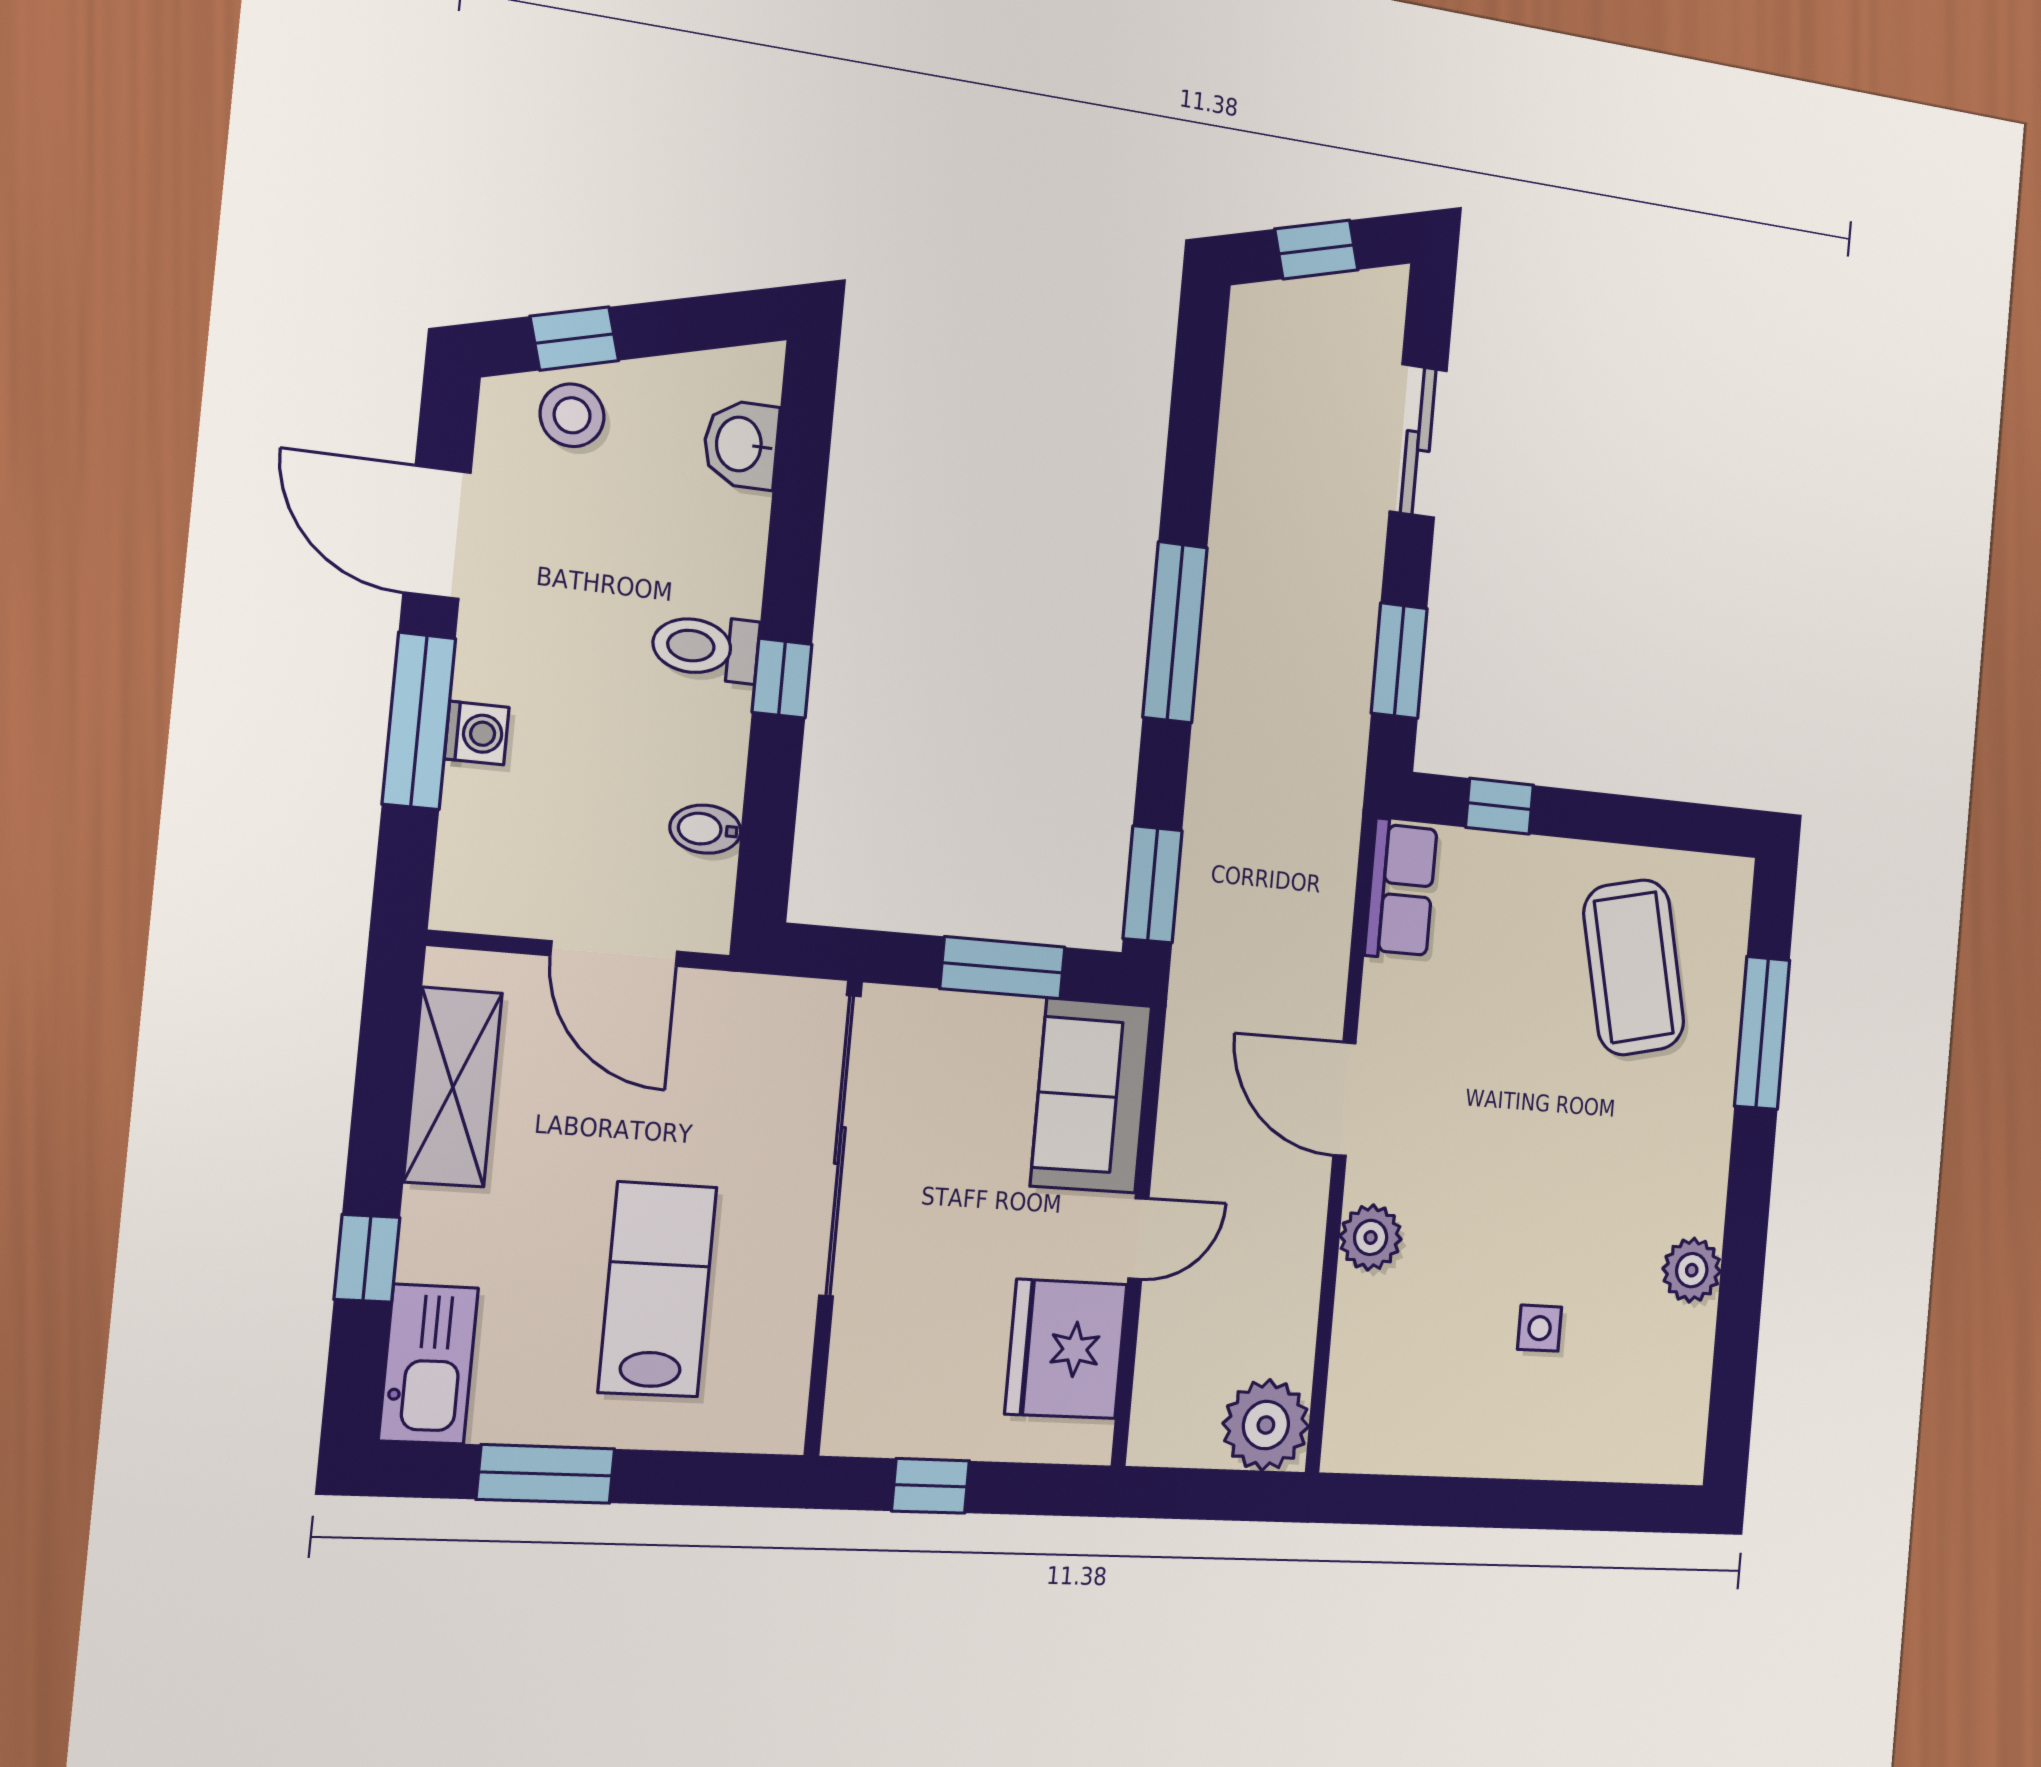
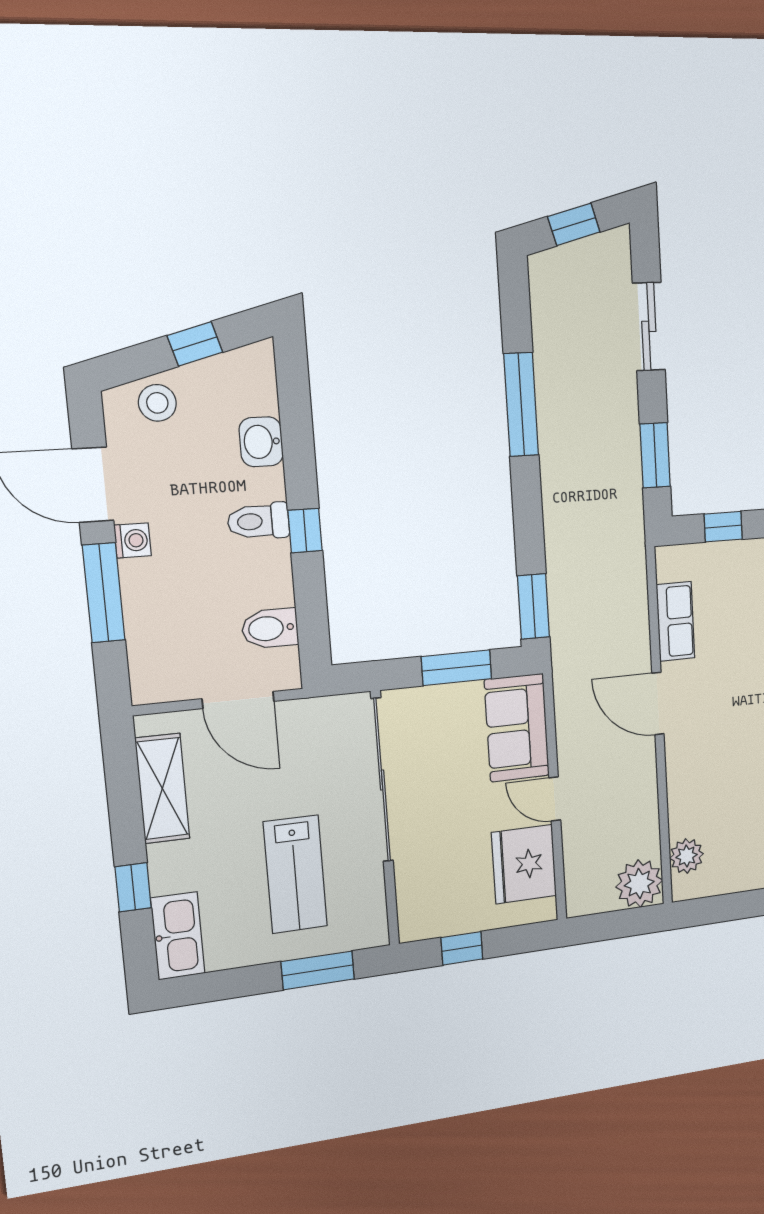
window: (574, 339) -> (195, 344), moved
washbasin: (741, 444) -> (261, 442), moved
window: (1175, 632) -> (521, 404), moved
washing machine: (477, 733) -> (133, 540), moved
bidet: (705, 829) -> (270, 628), width x1.38, depth x1.36
row of seats: (1401, 890) -> (675, 621), moved
plant: (1371, 1237) -> (687, 856), moved
door: (1138, 1239) -> (555, 799), swing flipped
lab bench: (658, 1289) -> (295, 874), turned 180
window: (546, 1474) -> (318, 970), moved

